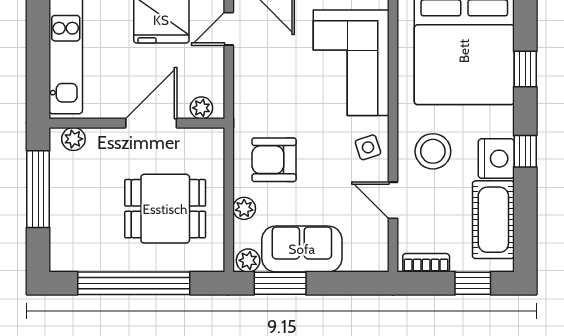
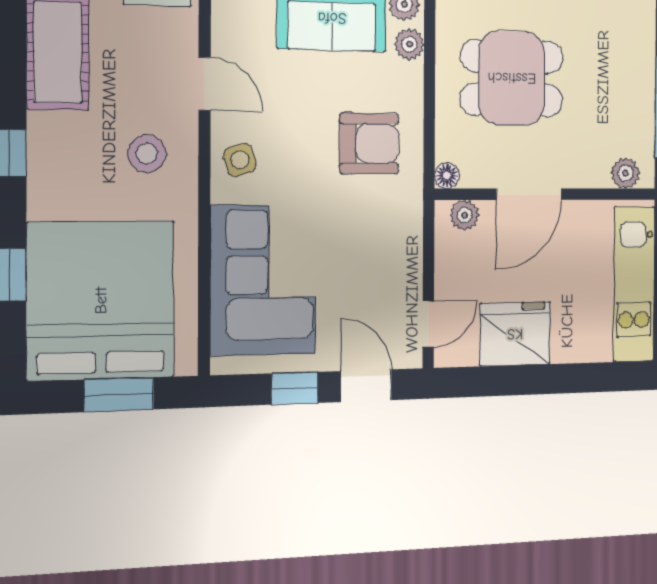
floor lamp: (215, 137) -> (447, 176), added
stool: (433, 151) -> (147, 154), width x0.73, depth x0.73
nightstand: (496, 159) -> (53, 142), removed
plant: (244, 208) -> (409, 44), moved

